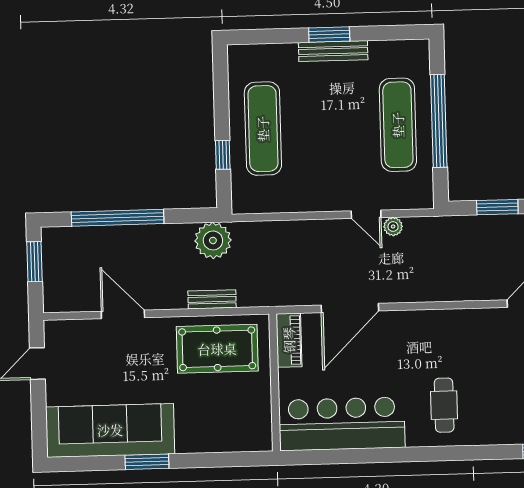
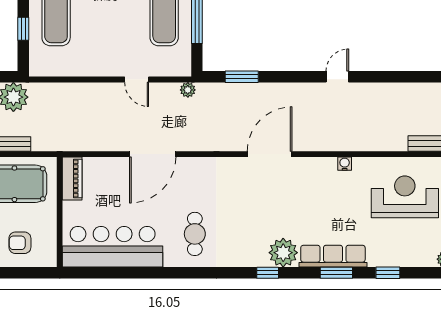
plant: (393, 227) -> (188, 90), moved
door: (350, 308) -> (153, 154), moved
armchair: (226, 422) -> (20, 243), added

